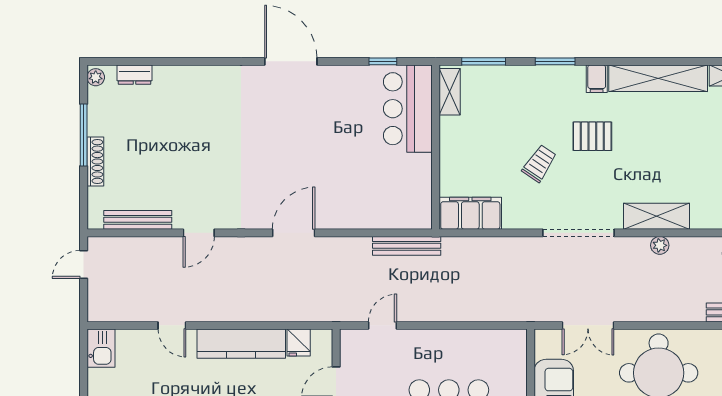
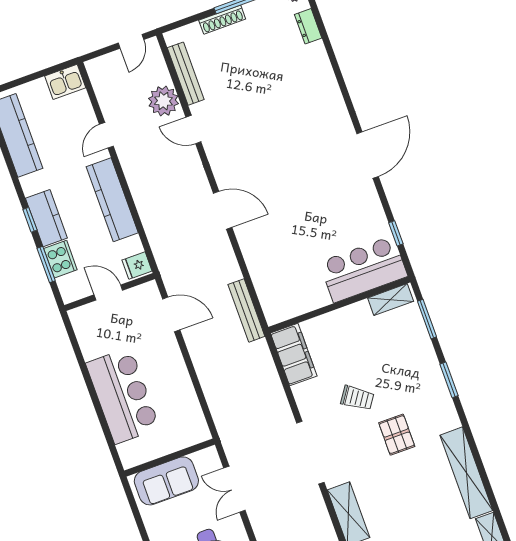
filing cabinet: (597, 79) -> (447, 421), removed
plant: (660, 245) -> (163, 101), moved, width x1.88, depth x1.88
door: (84, 264) -> (131, 41), swing flipped
door: (382, 325) -> (171, 314), width x1.38
fridge: (299, 343) -> (137, 265), moved

